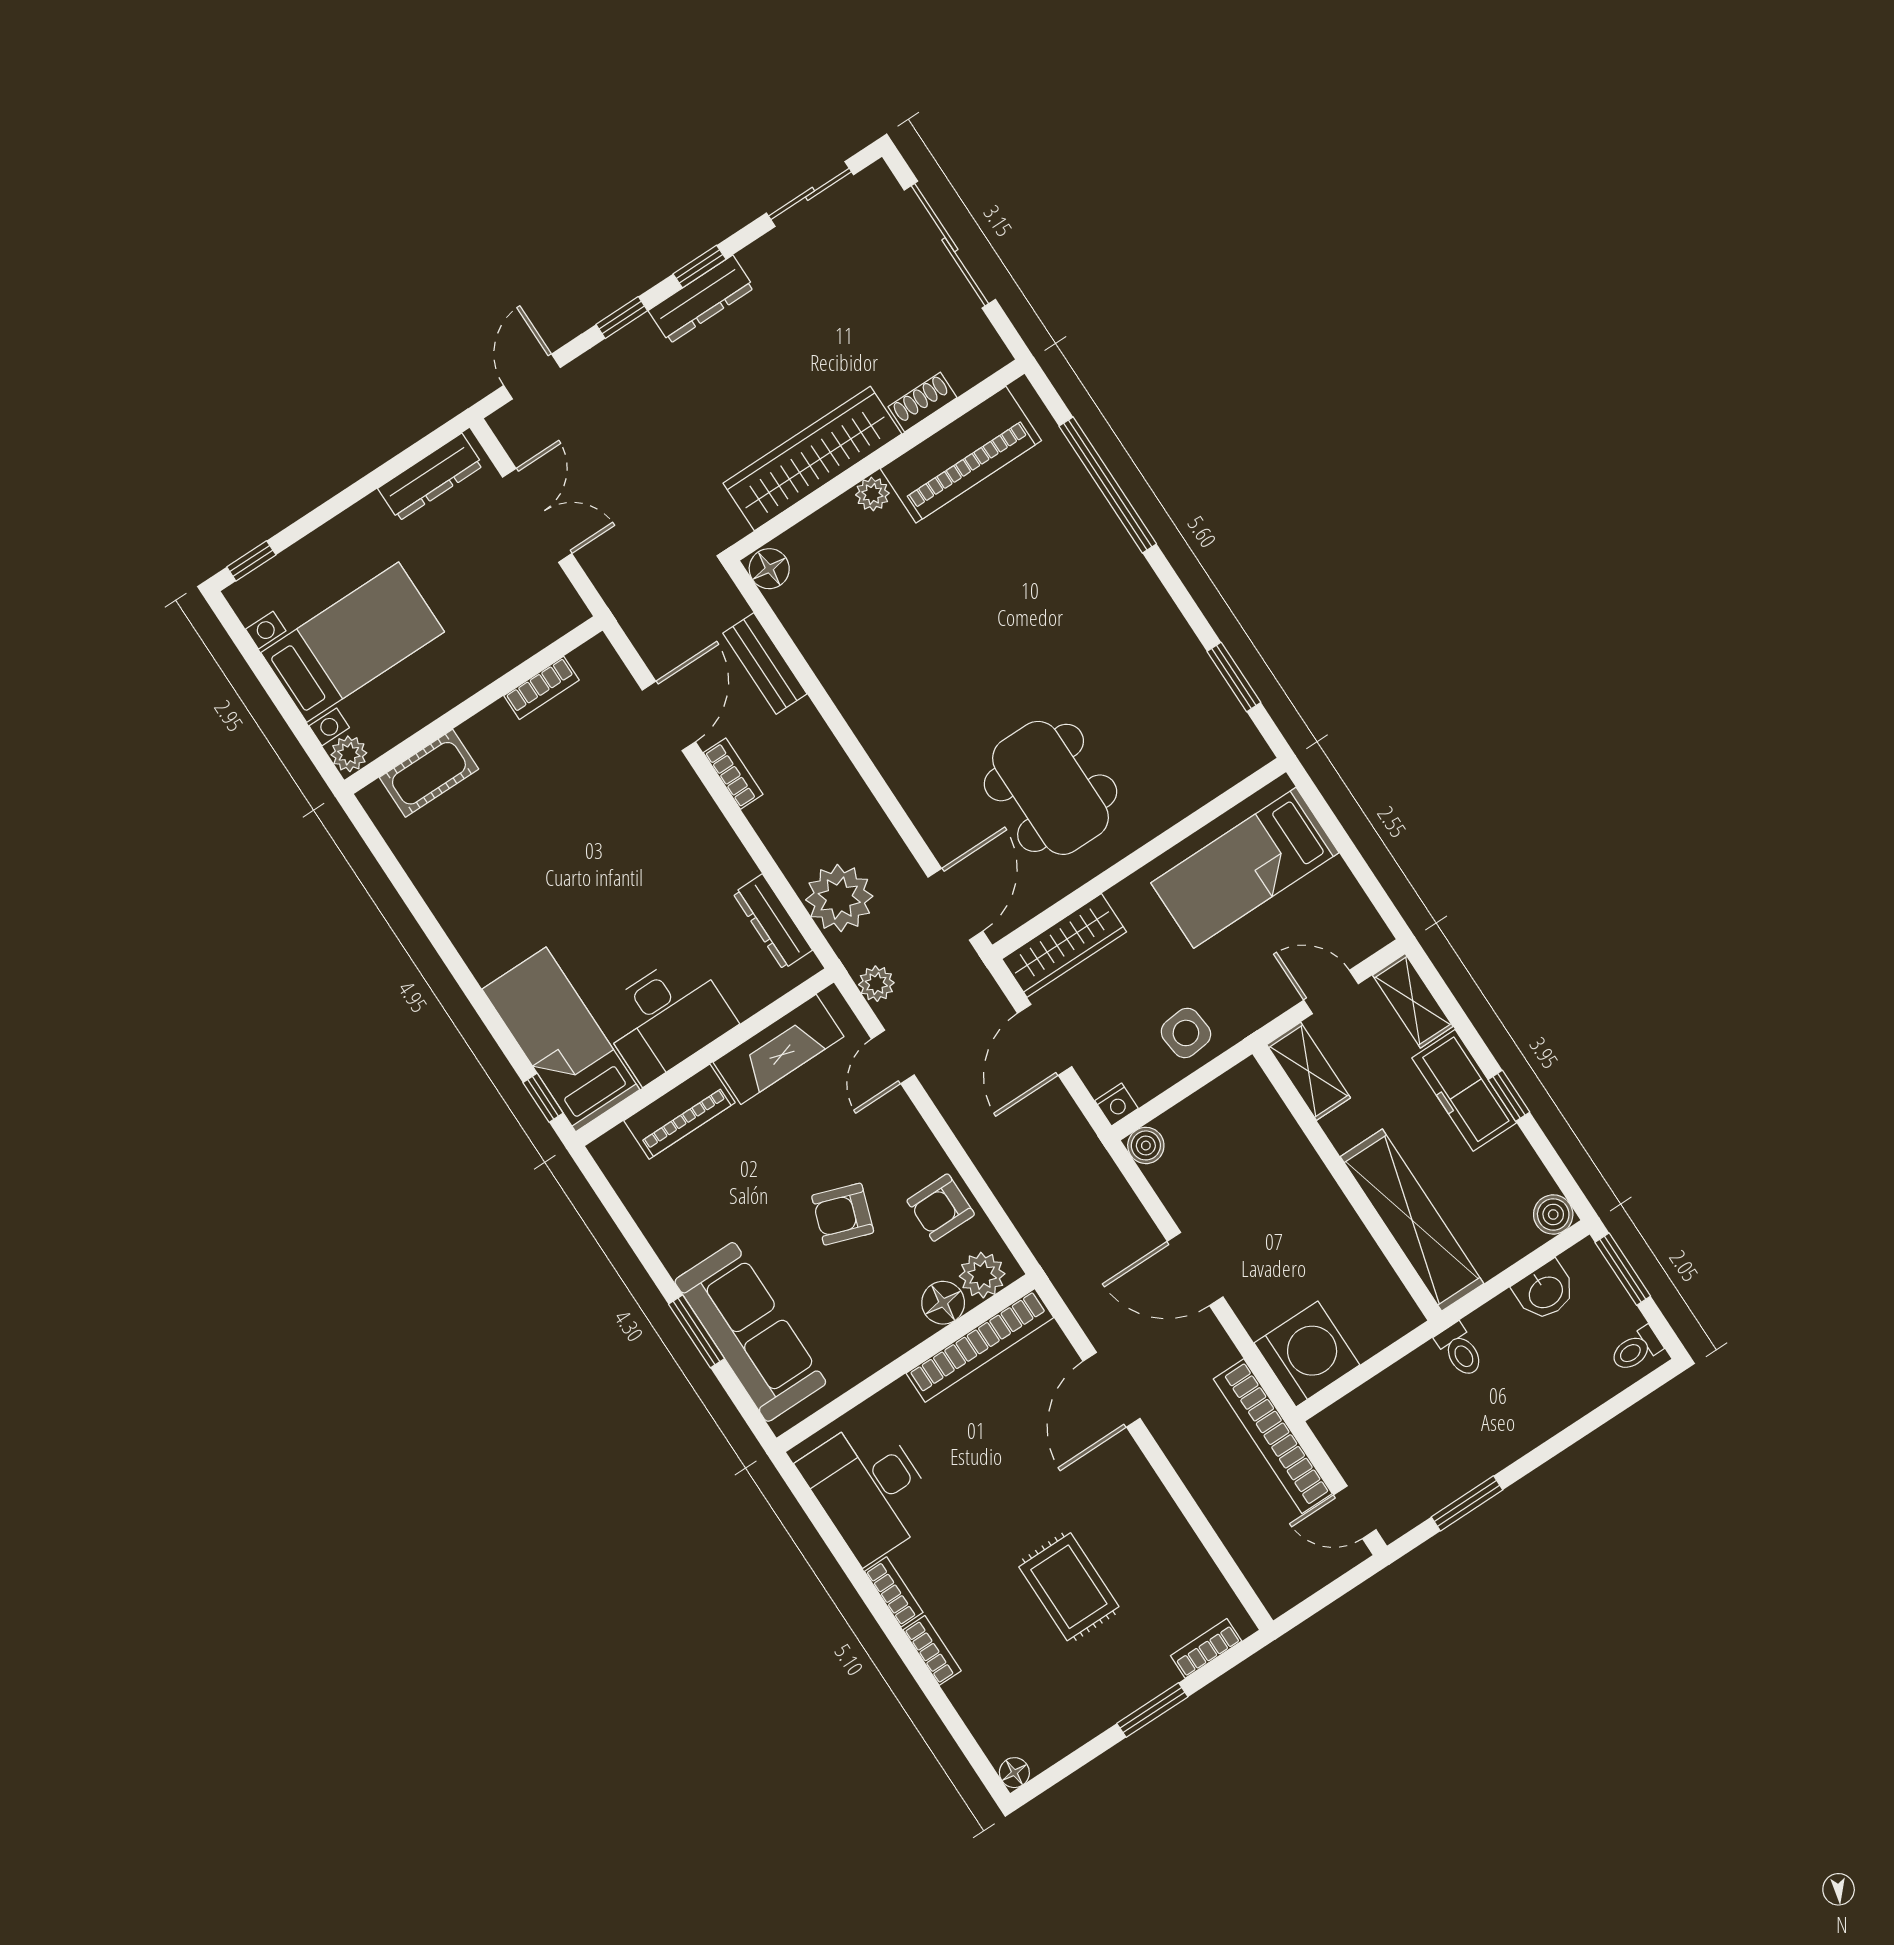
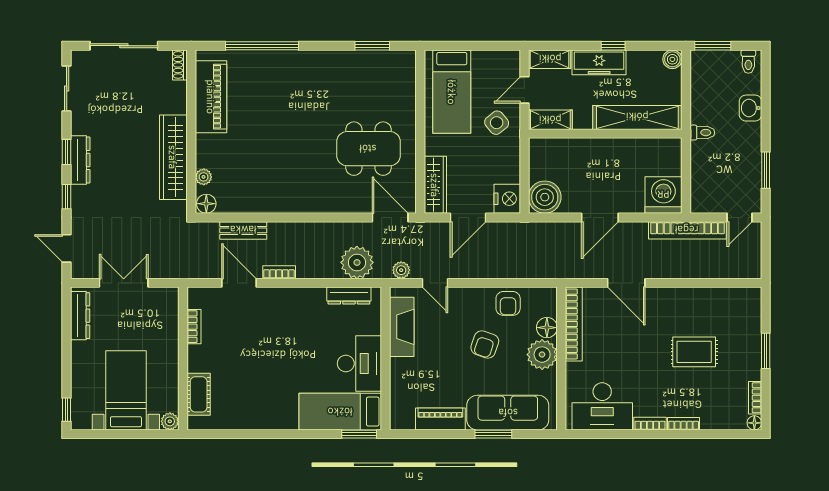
shoe rack: (923, 402) -> (180, 65), moved
plant: (872, 494) -> (204, 177), moved
side table: (1186, 1033) -> (497, 123), moved, turned -33
door: (1045, 1040) -> (468, 217), hinge flipped
window: (543, 1098) -> (359, 434), width x1.50
nightstand: (1117, 1105) -> (507, 199), width x1.89, depth x1.79
piano: (679, 1112) -> (440, 419), moved, turned -90
boiler: (1146, 1145) -> (545, 197), width x1.86, depth x1.86
plant: (982, 1275) -> (542, 355), moved, width x1.36, depth x1.36
washbasin: (1545, 1291) -> (750, 108), moved, turned 180
bookcase: (1206, 1648) -> (755, 398), moved

